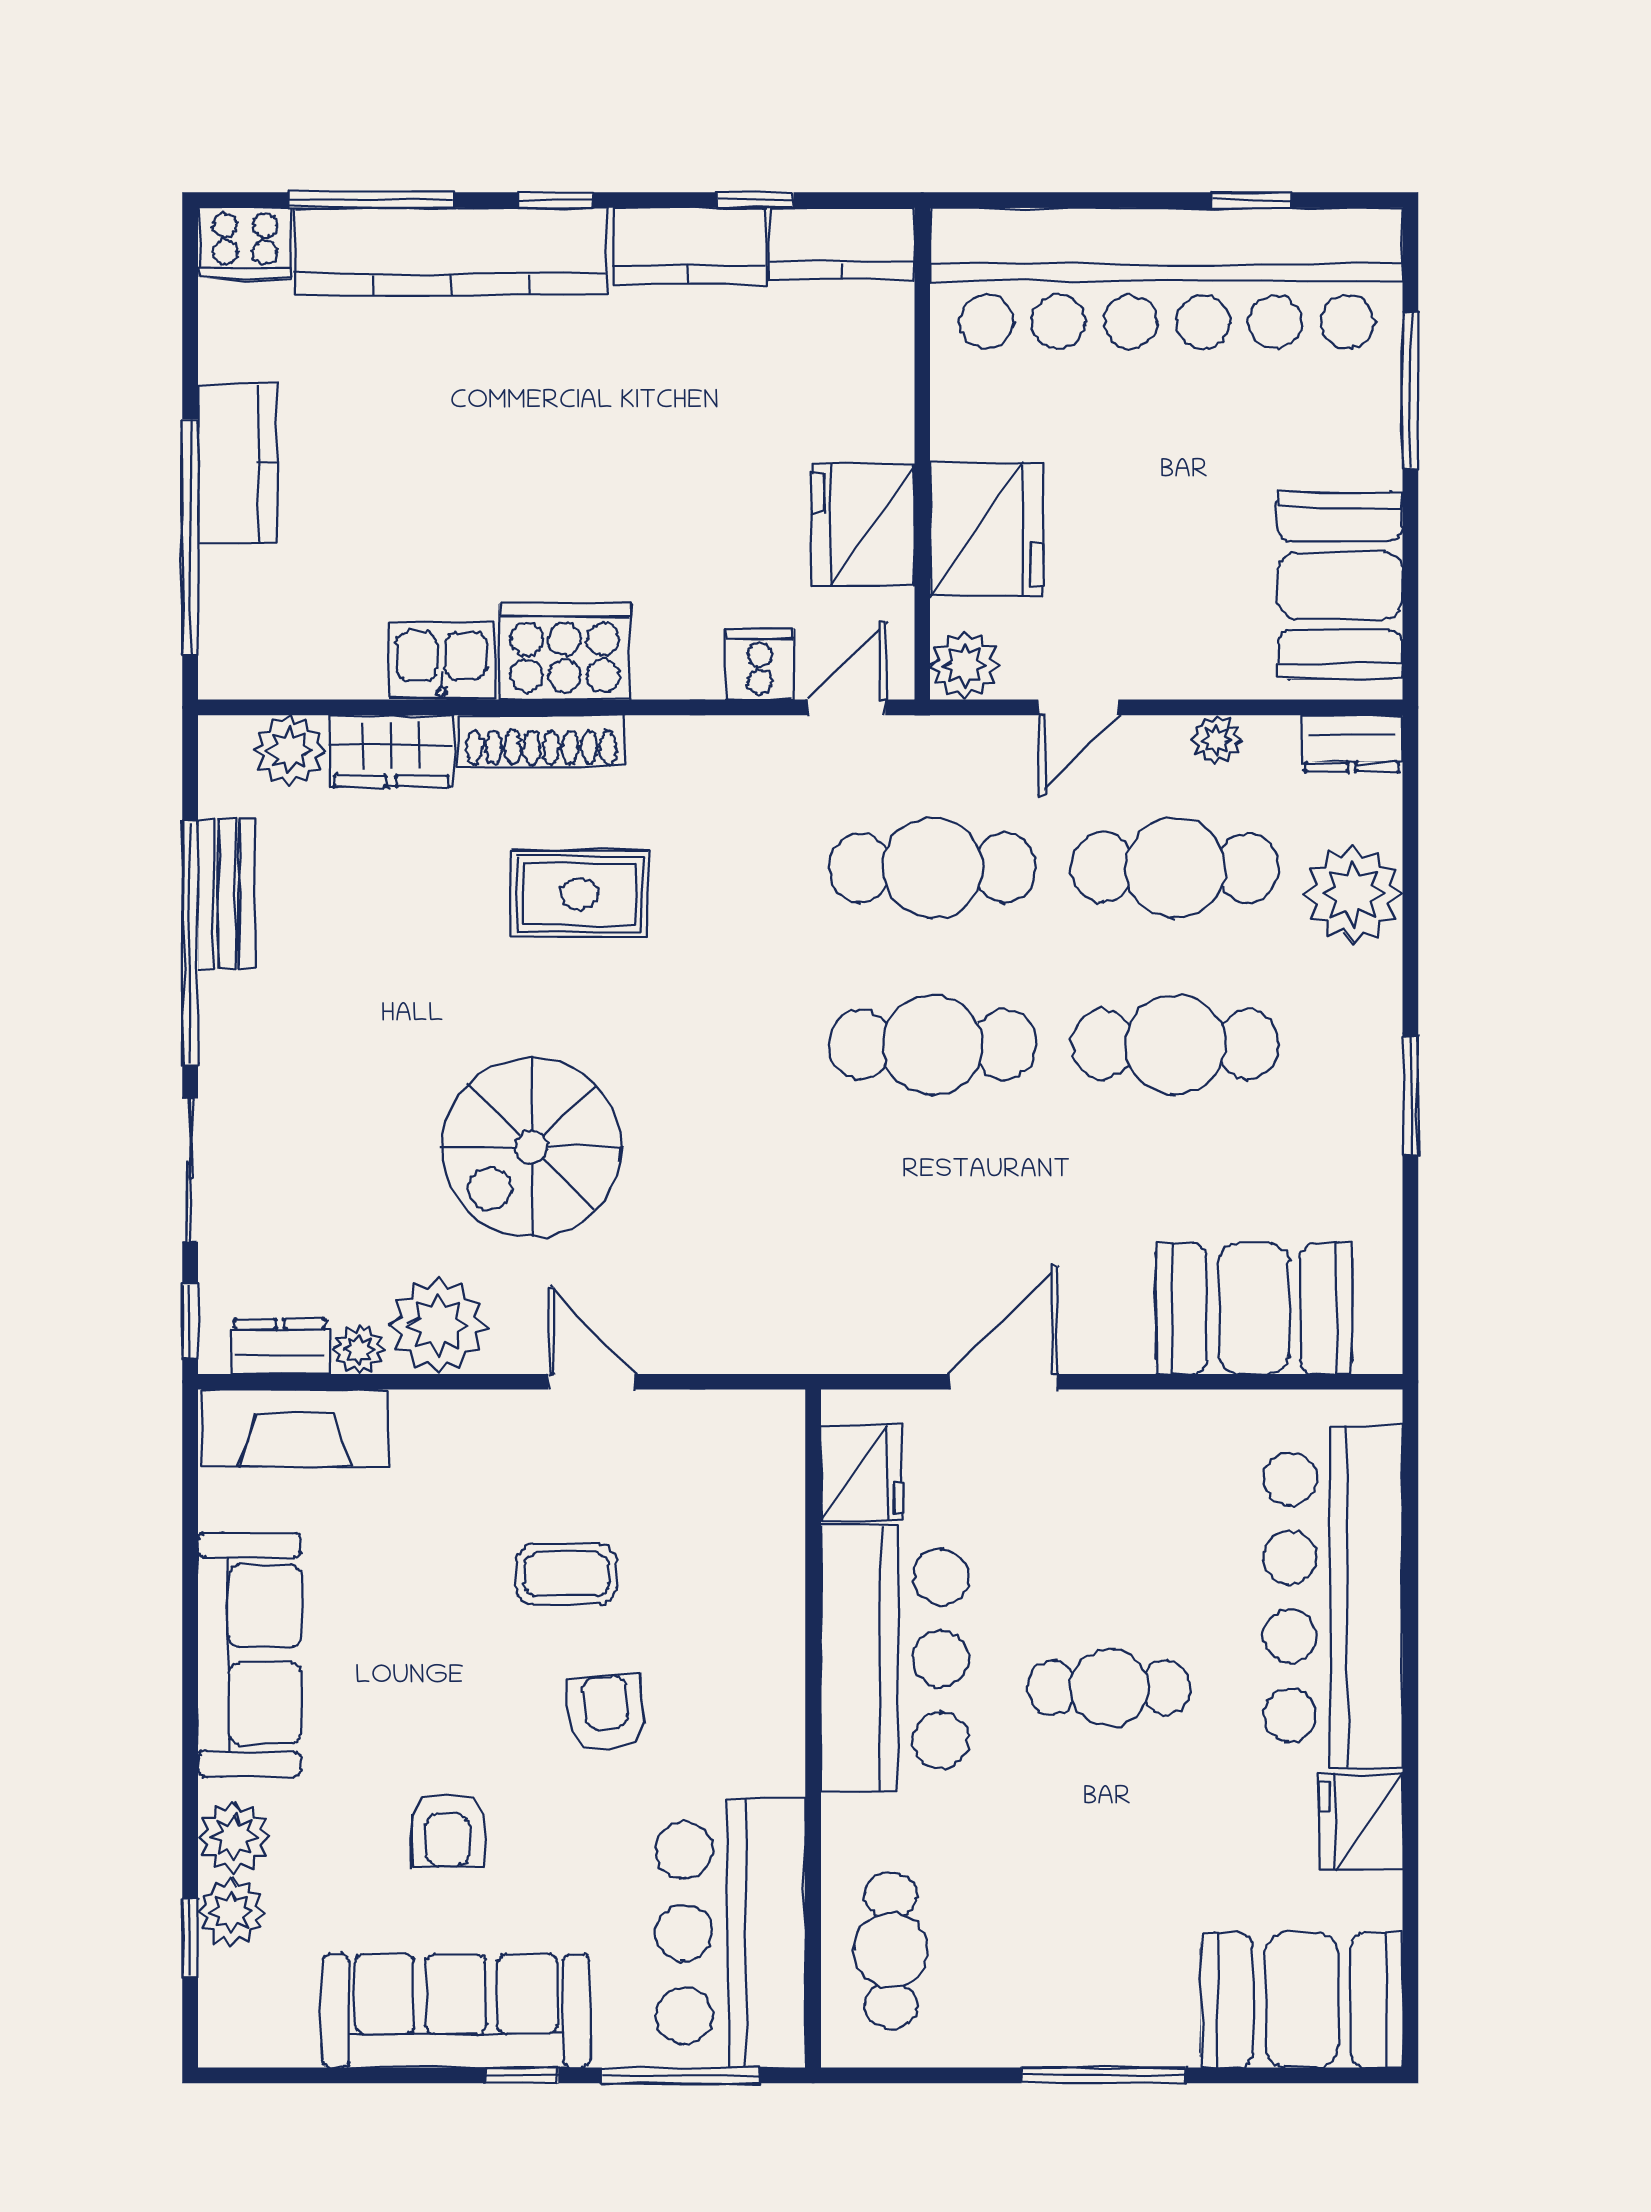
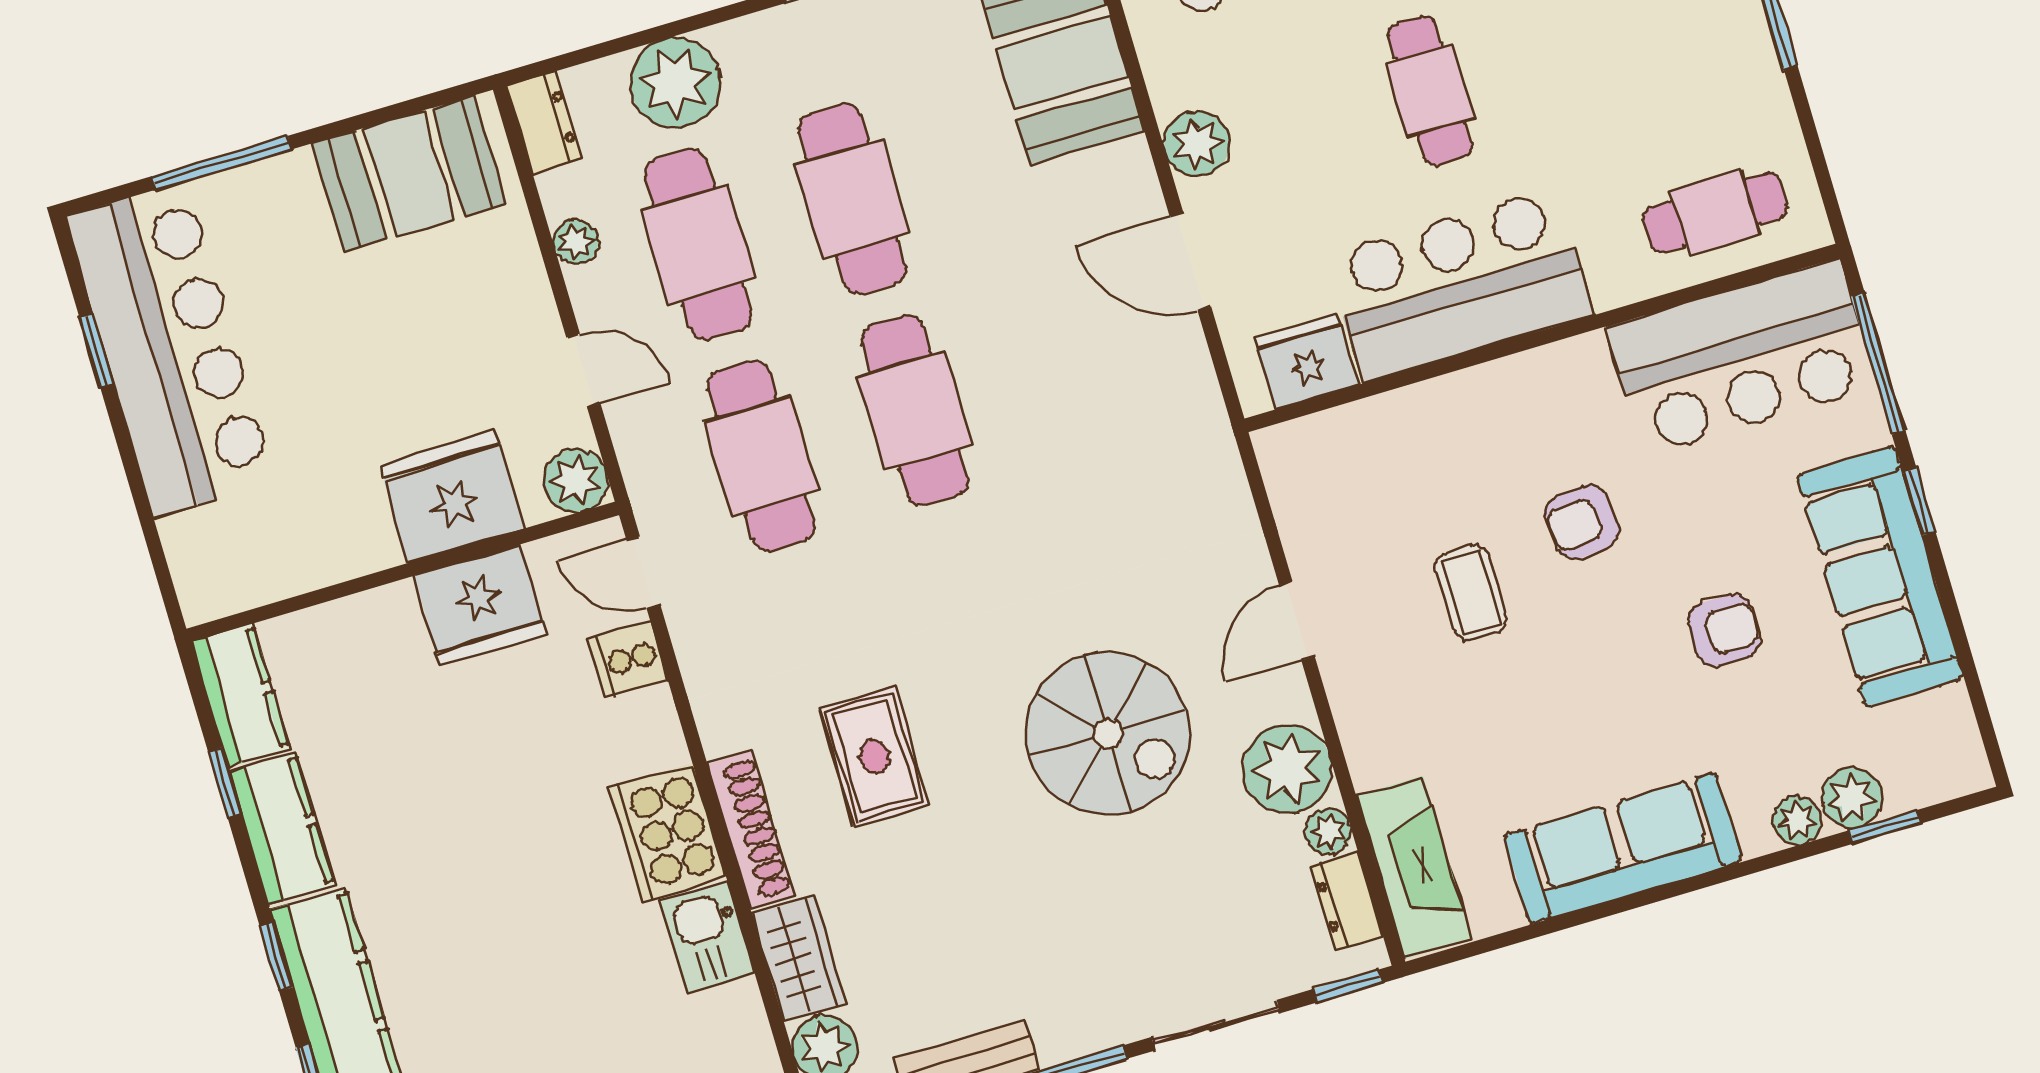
bar counter: (1167, 278) -> (170, 349), width x0.73
plant: (1126, 1425) -> (1197, 144), added
plant: (234, 1837) -> (1797, 821), width x0.73, depth x0.73

